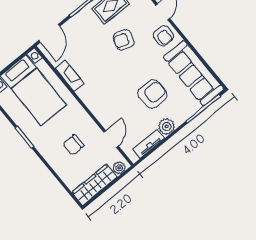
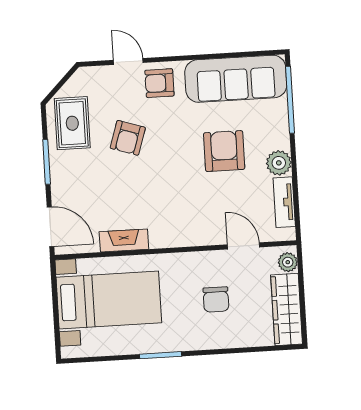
armchair: (163, 36) -> (159, 83), turned 180

